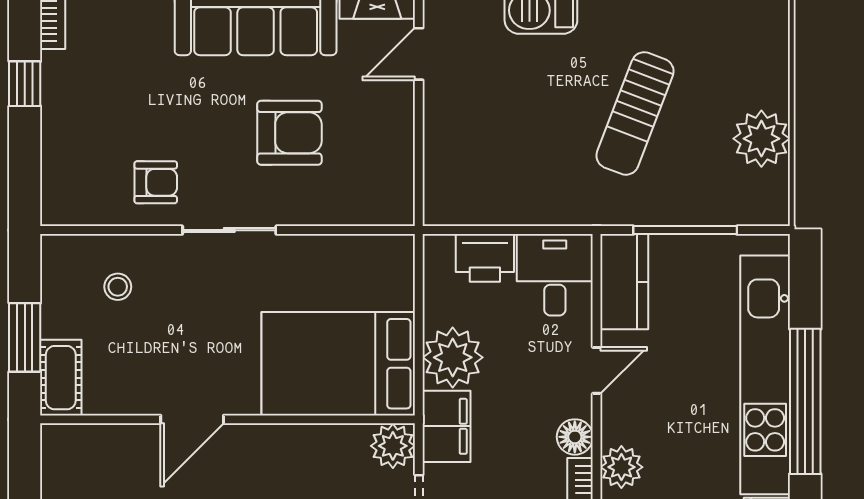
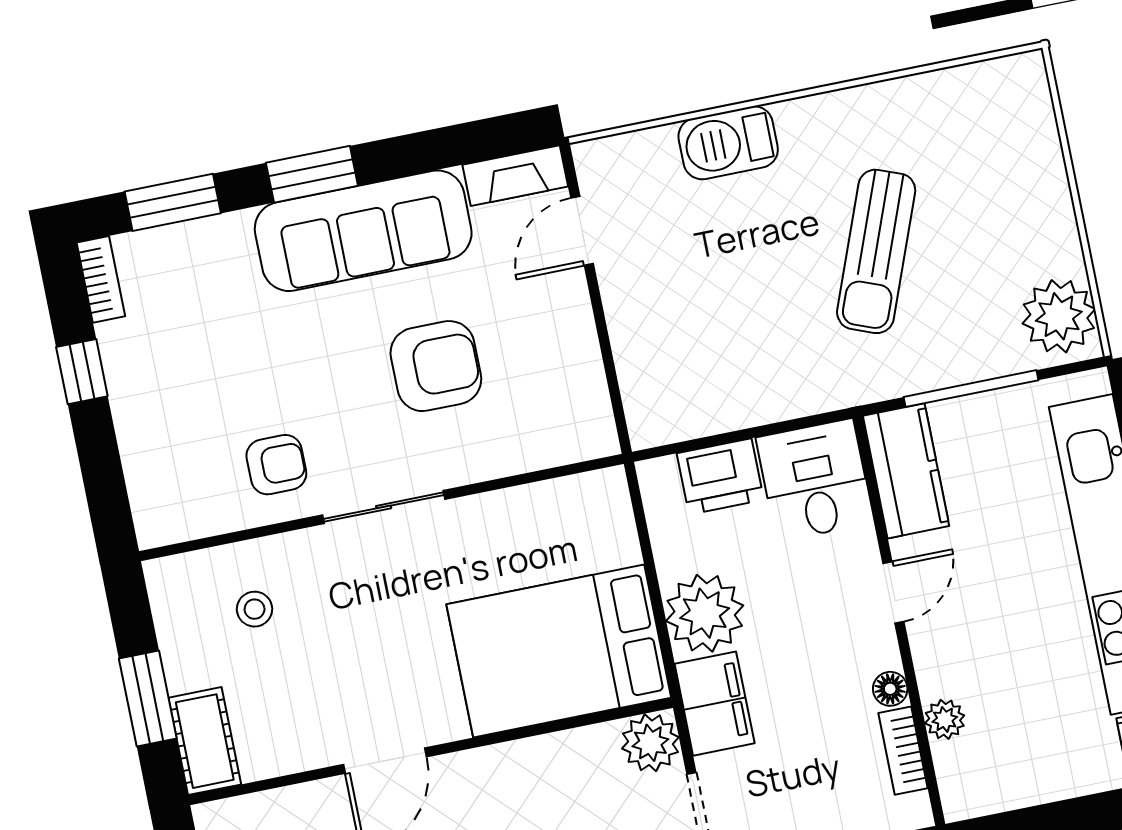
plant: (761, 139) -> (1059, 316), moved
floor lamp: (575, 437) -> (890, 689), width x0.73, depth x0.73
plant: (621, 467) -> (945, 719), width x0.73, depth x0.73

